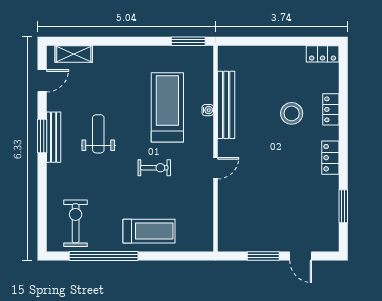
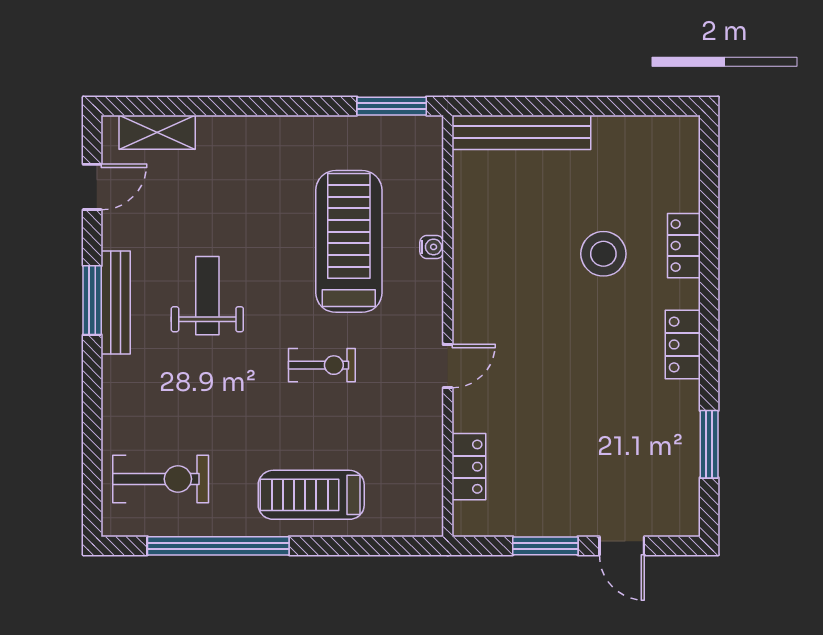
locker: (323, 54) -> (469, 467), moved, turned -90
bench: (226, 105) -> (521, 132), moved, turned 90
exercise bike: (76, 223) -> (161, 479), turned 90
treadmill: (149, 231) -> (311, 495), turned 180

